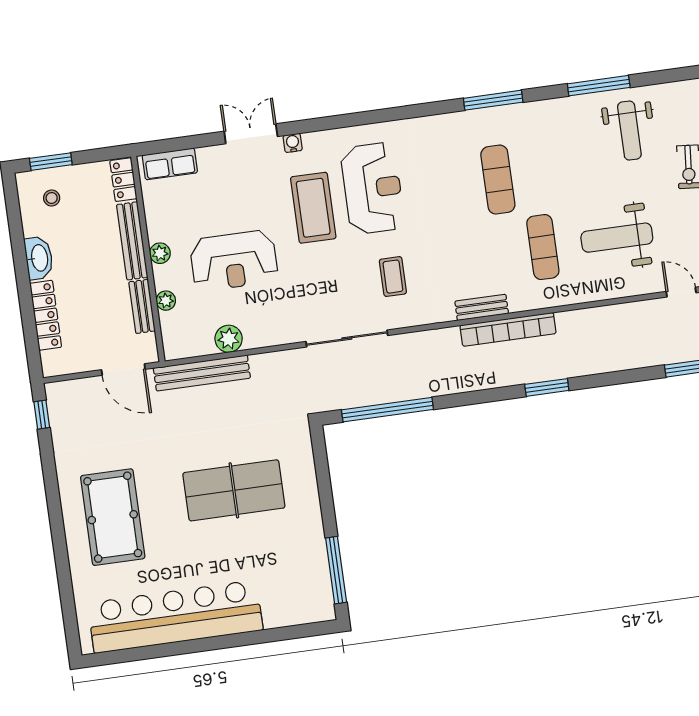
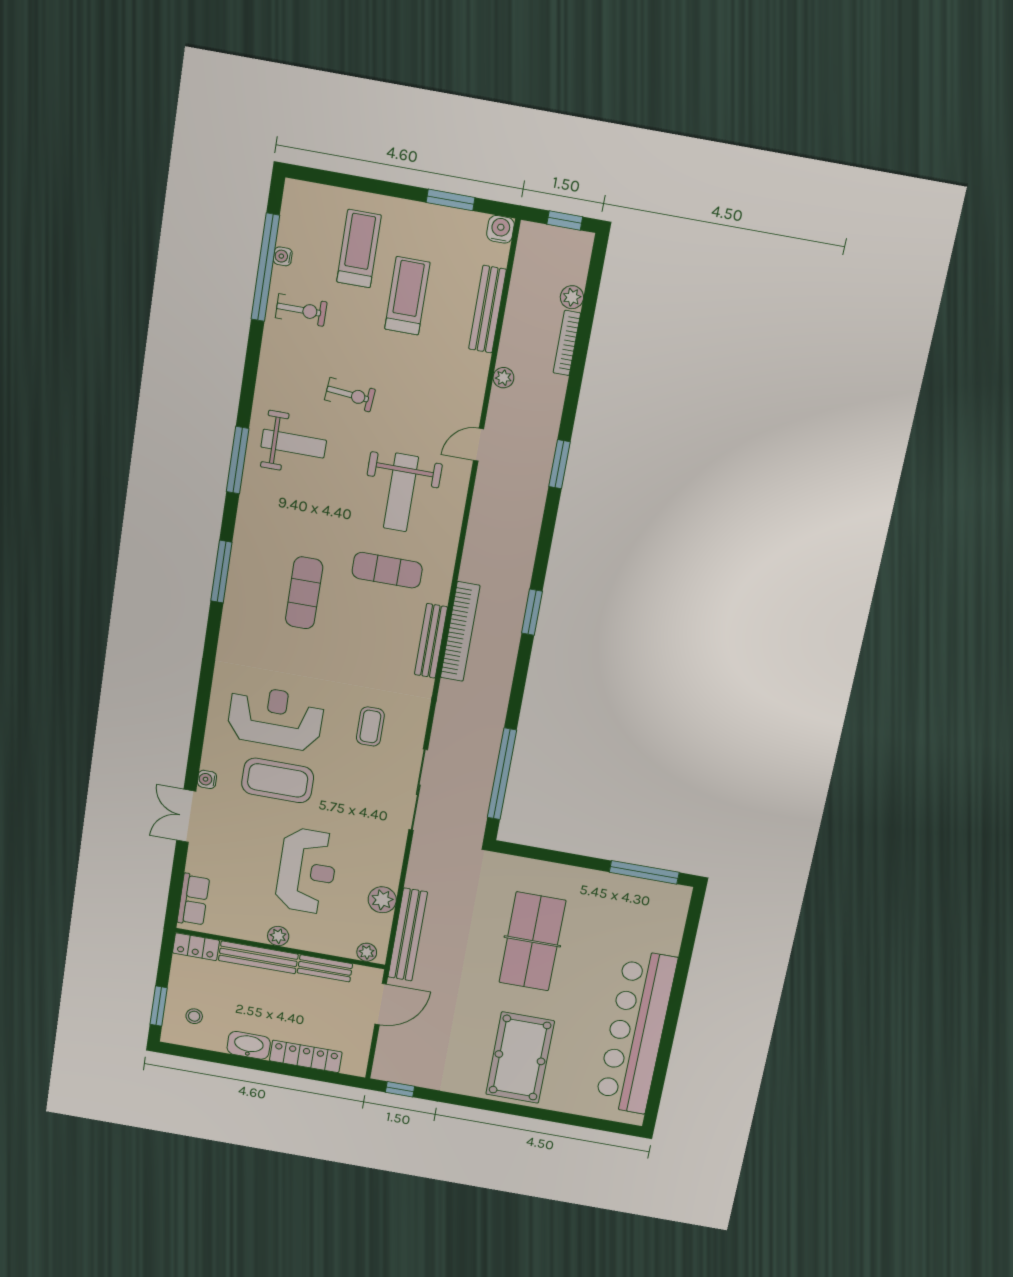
exercise mat: (498, 180) -> (304, 593), turned 90
coffee table: (393, 277) -> (370, 726), turned 90
plant: (166, 301) -> (367, 952), moved
bench: (482, 307) -> (431, 641), width x1.36
pool table: (113, 517) -> (520, 1058), turned 90

